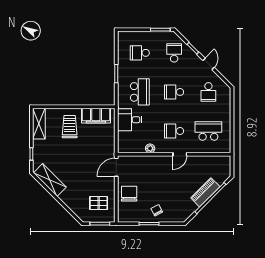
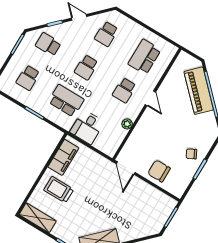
school desk: (208, 92) -> (106, 34), turned 90
piano: (205, 192) -> (199, 91), width x1.37, depth x1.33
pallet: (99, 203) -> (150, 206), removed

